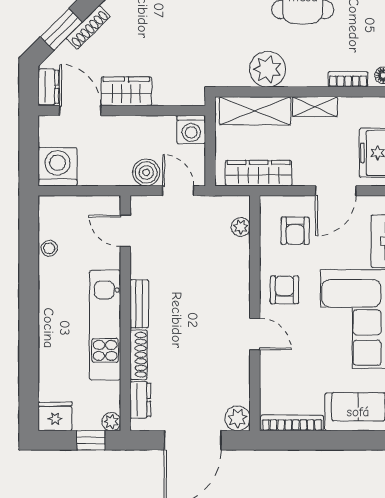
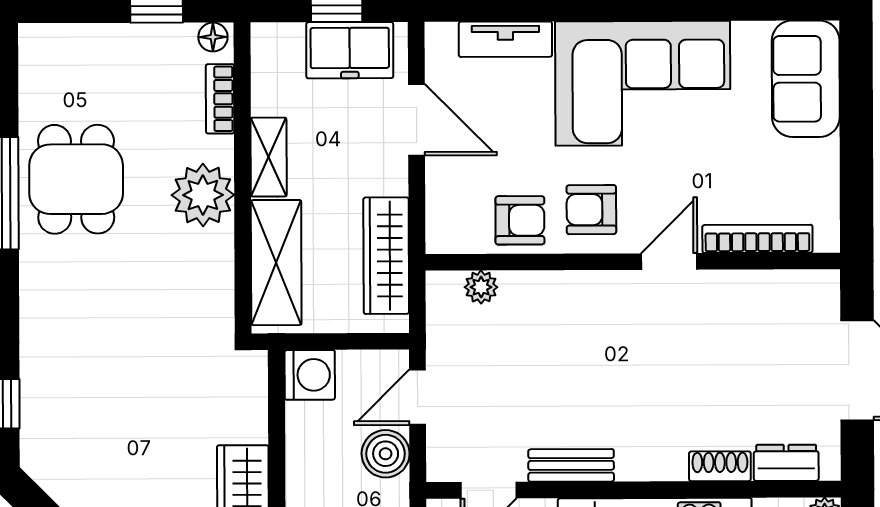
plant: (268, 69) -> (203, 195), moved
armchair: (295, 231) -> (520, 220), moved
bench: (139, 304) -> (571, 465), moved
shoe rack: (138, 355) -> (720, 466), width x0.70
plant: (238, 418) -> (818, 291), removed
bookcase: (292, 423) -> (757, 239), moved, turned 90

